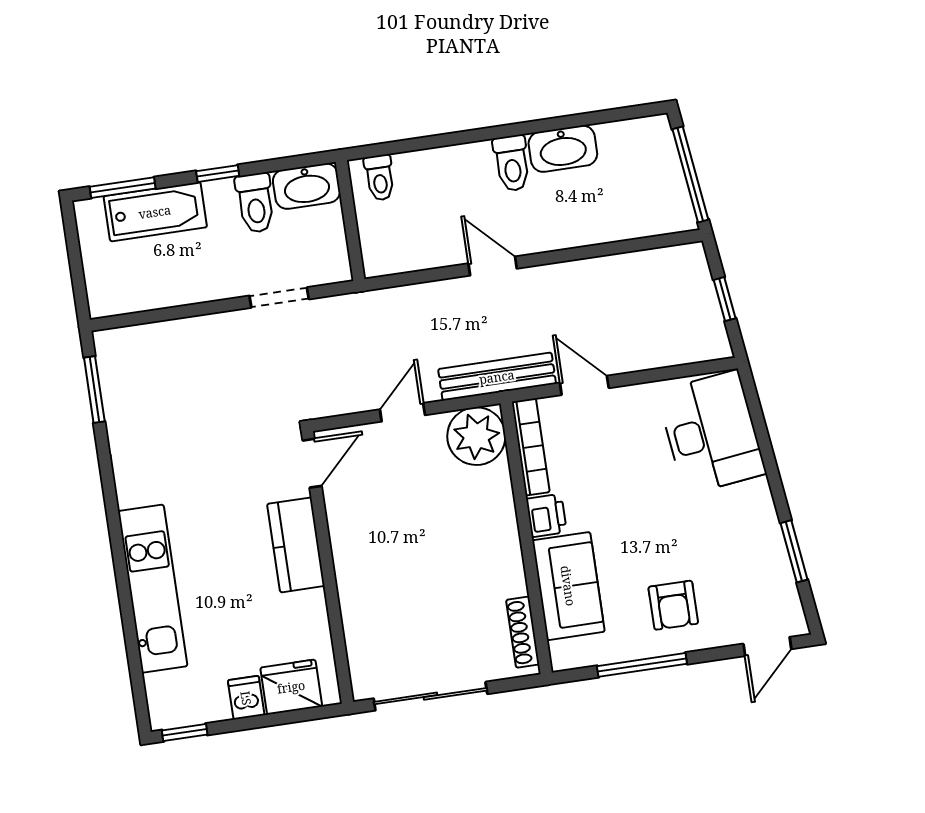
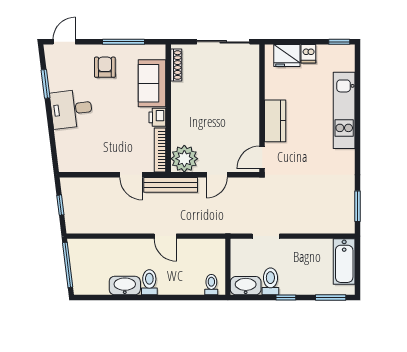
bathtub: (155, 212) -> (344, 262), moved, turned -90
desk: (711, 433) -> (71, 109), moved, width x0.73

